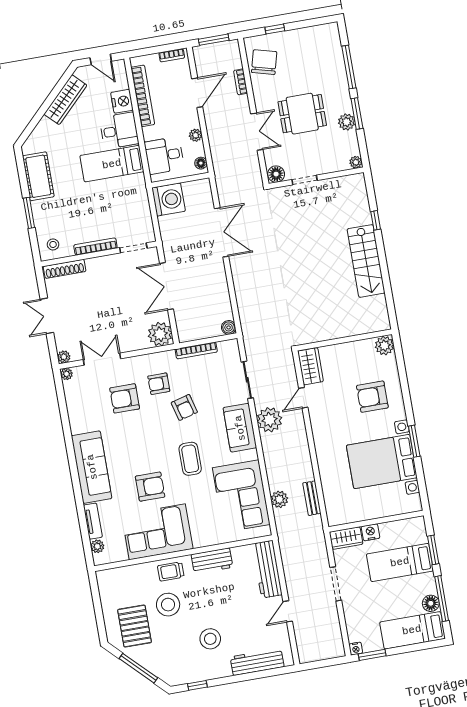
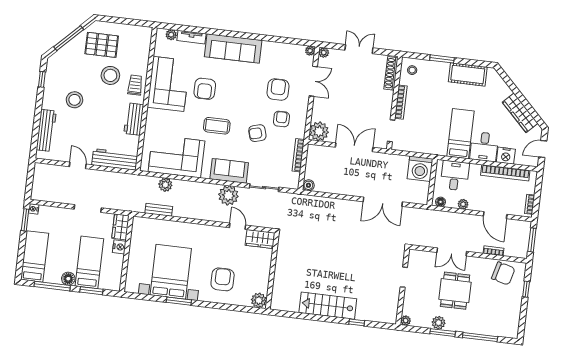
floor lamp: (276, 174) -> (415, 257), removed
floor lamp: (431, 603) -> (68, 279), moved

